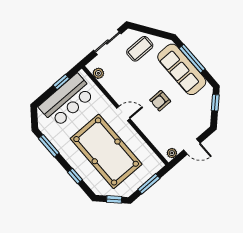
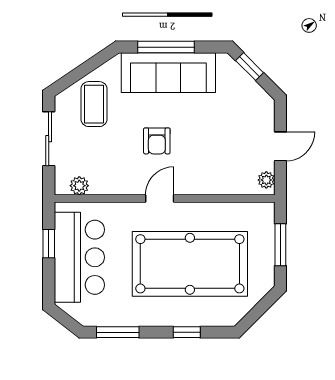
armchair: (160, 101) -> (157, 141), moved
window: (114, 199) -> (262, 307), removed

